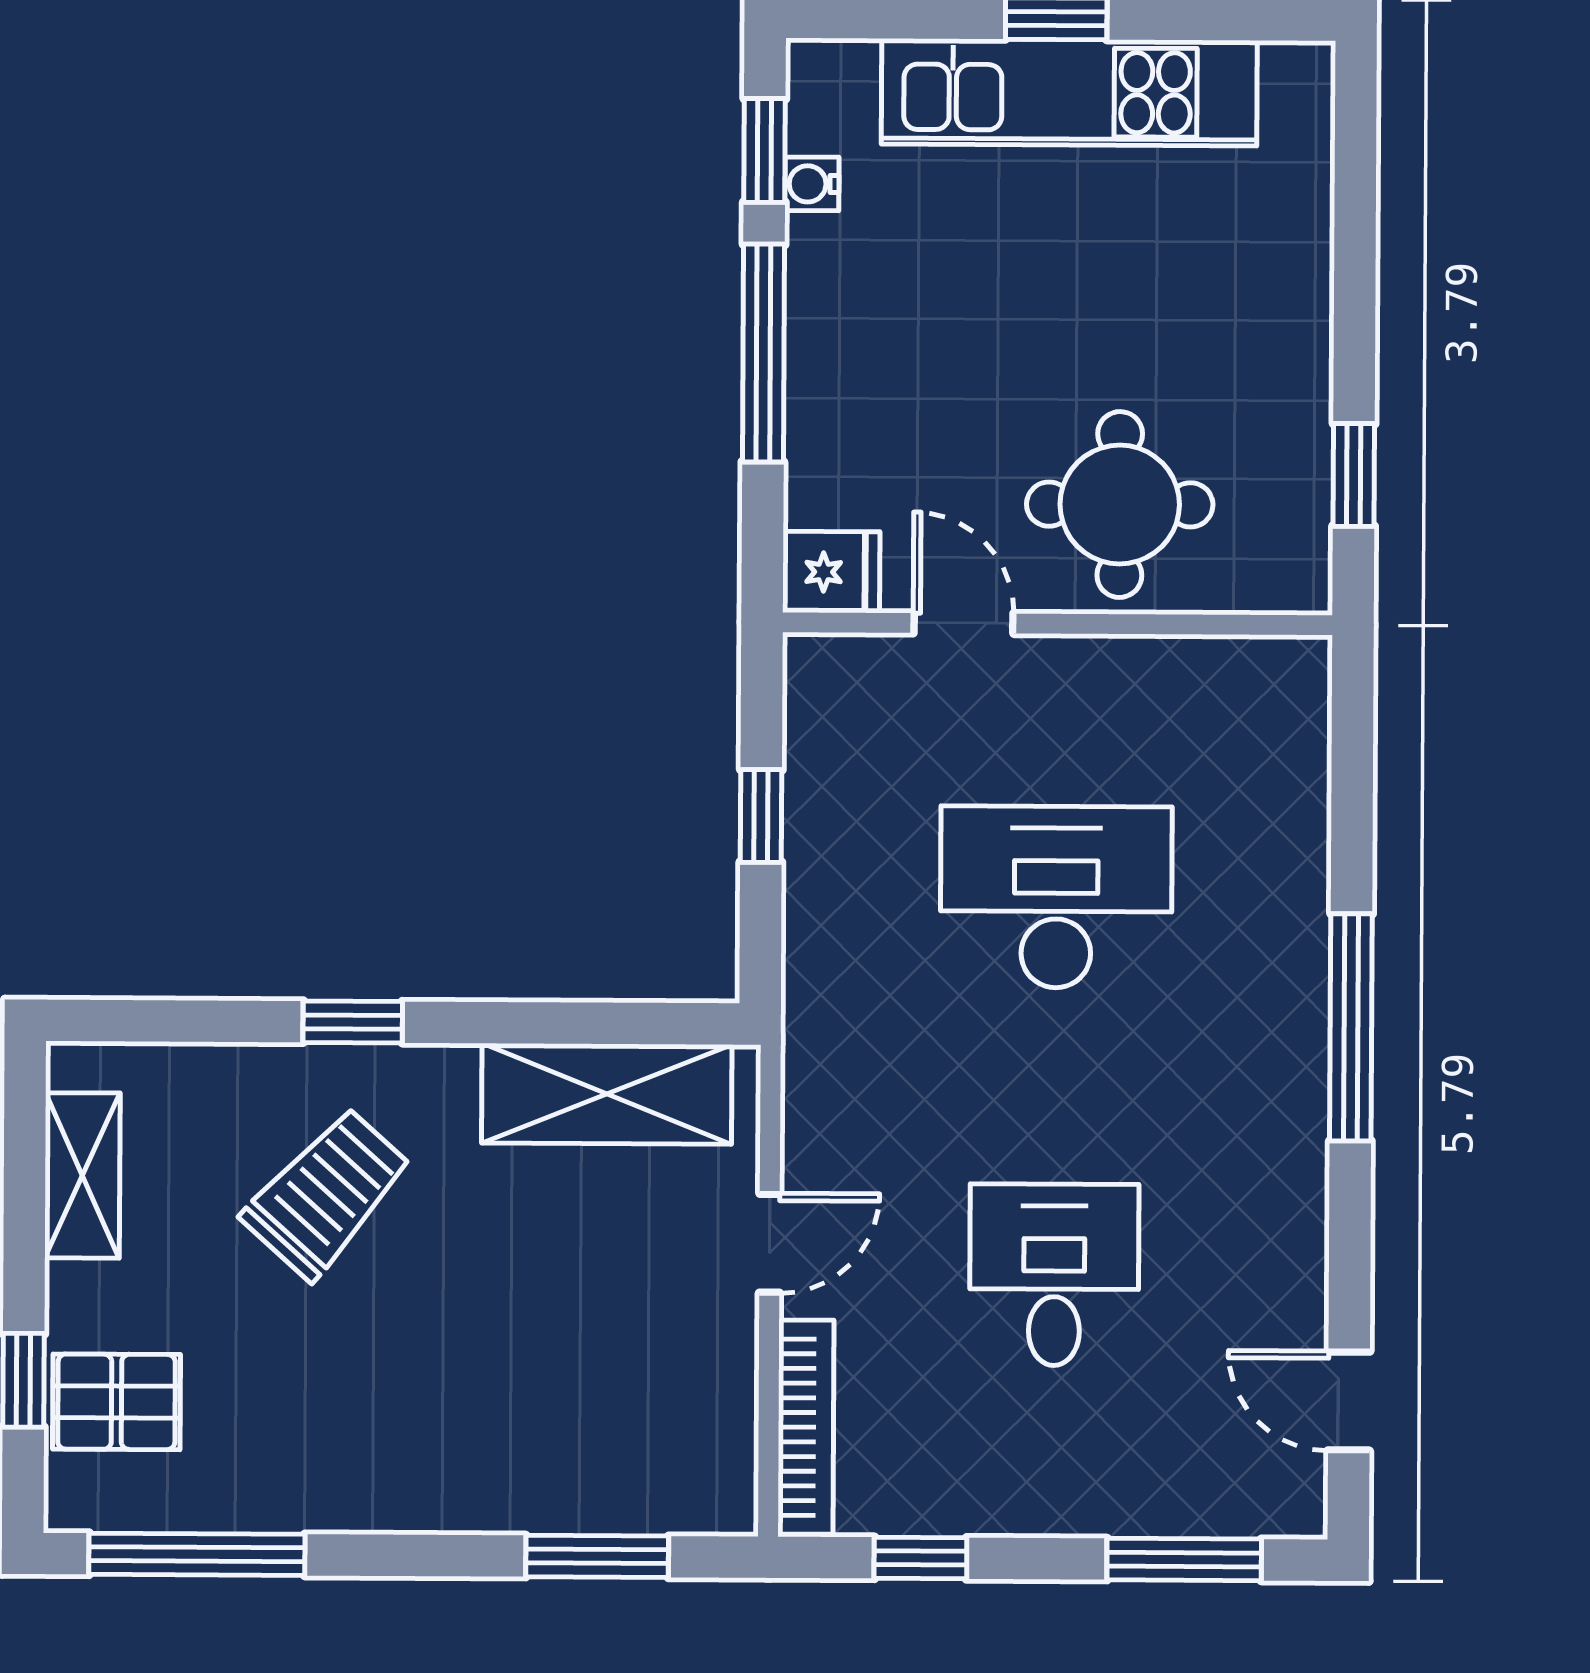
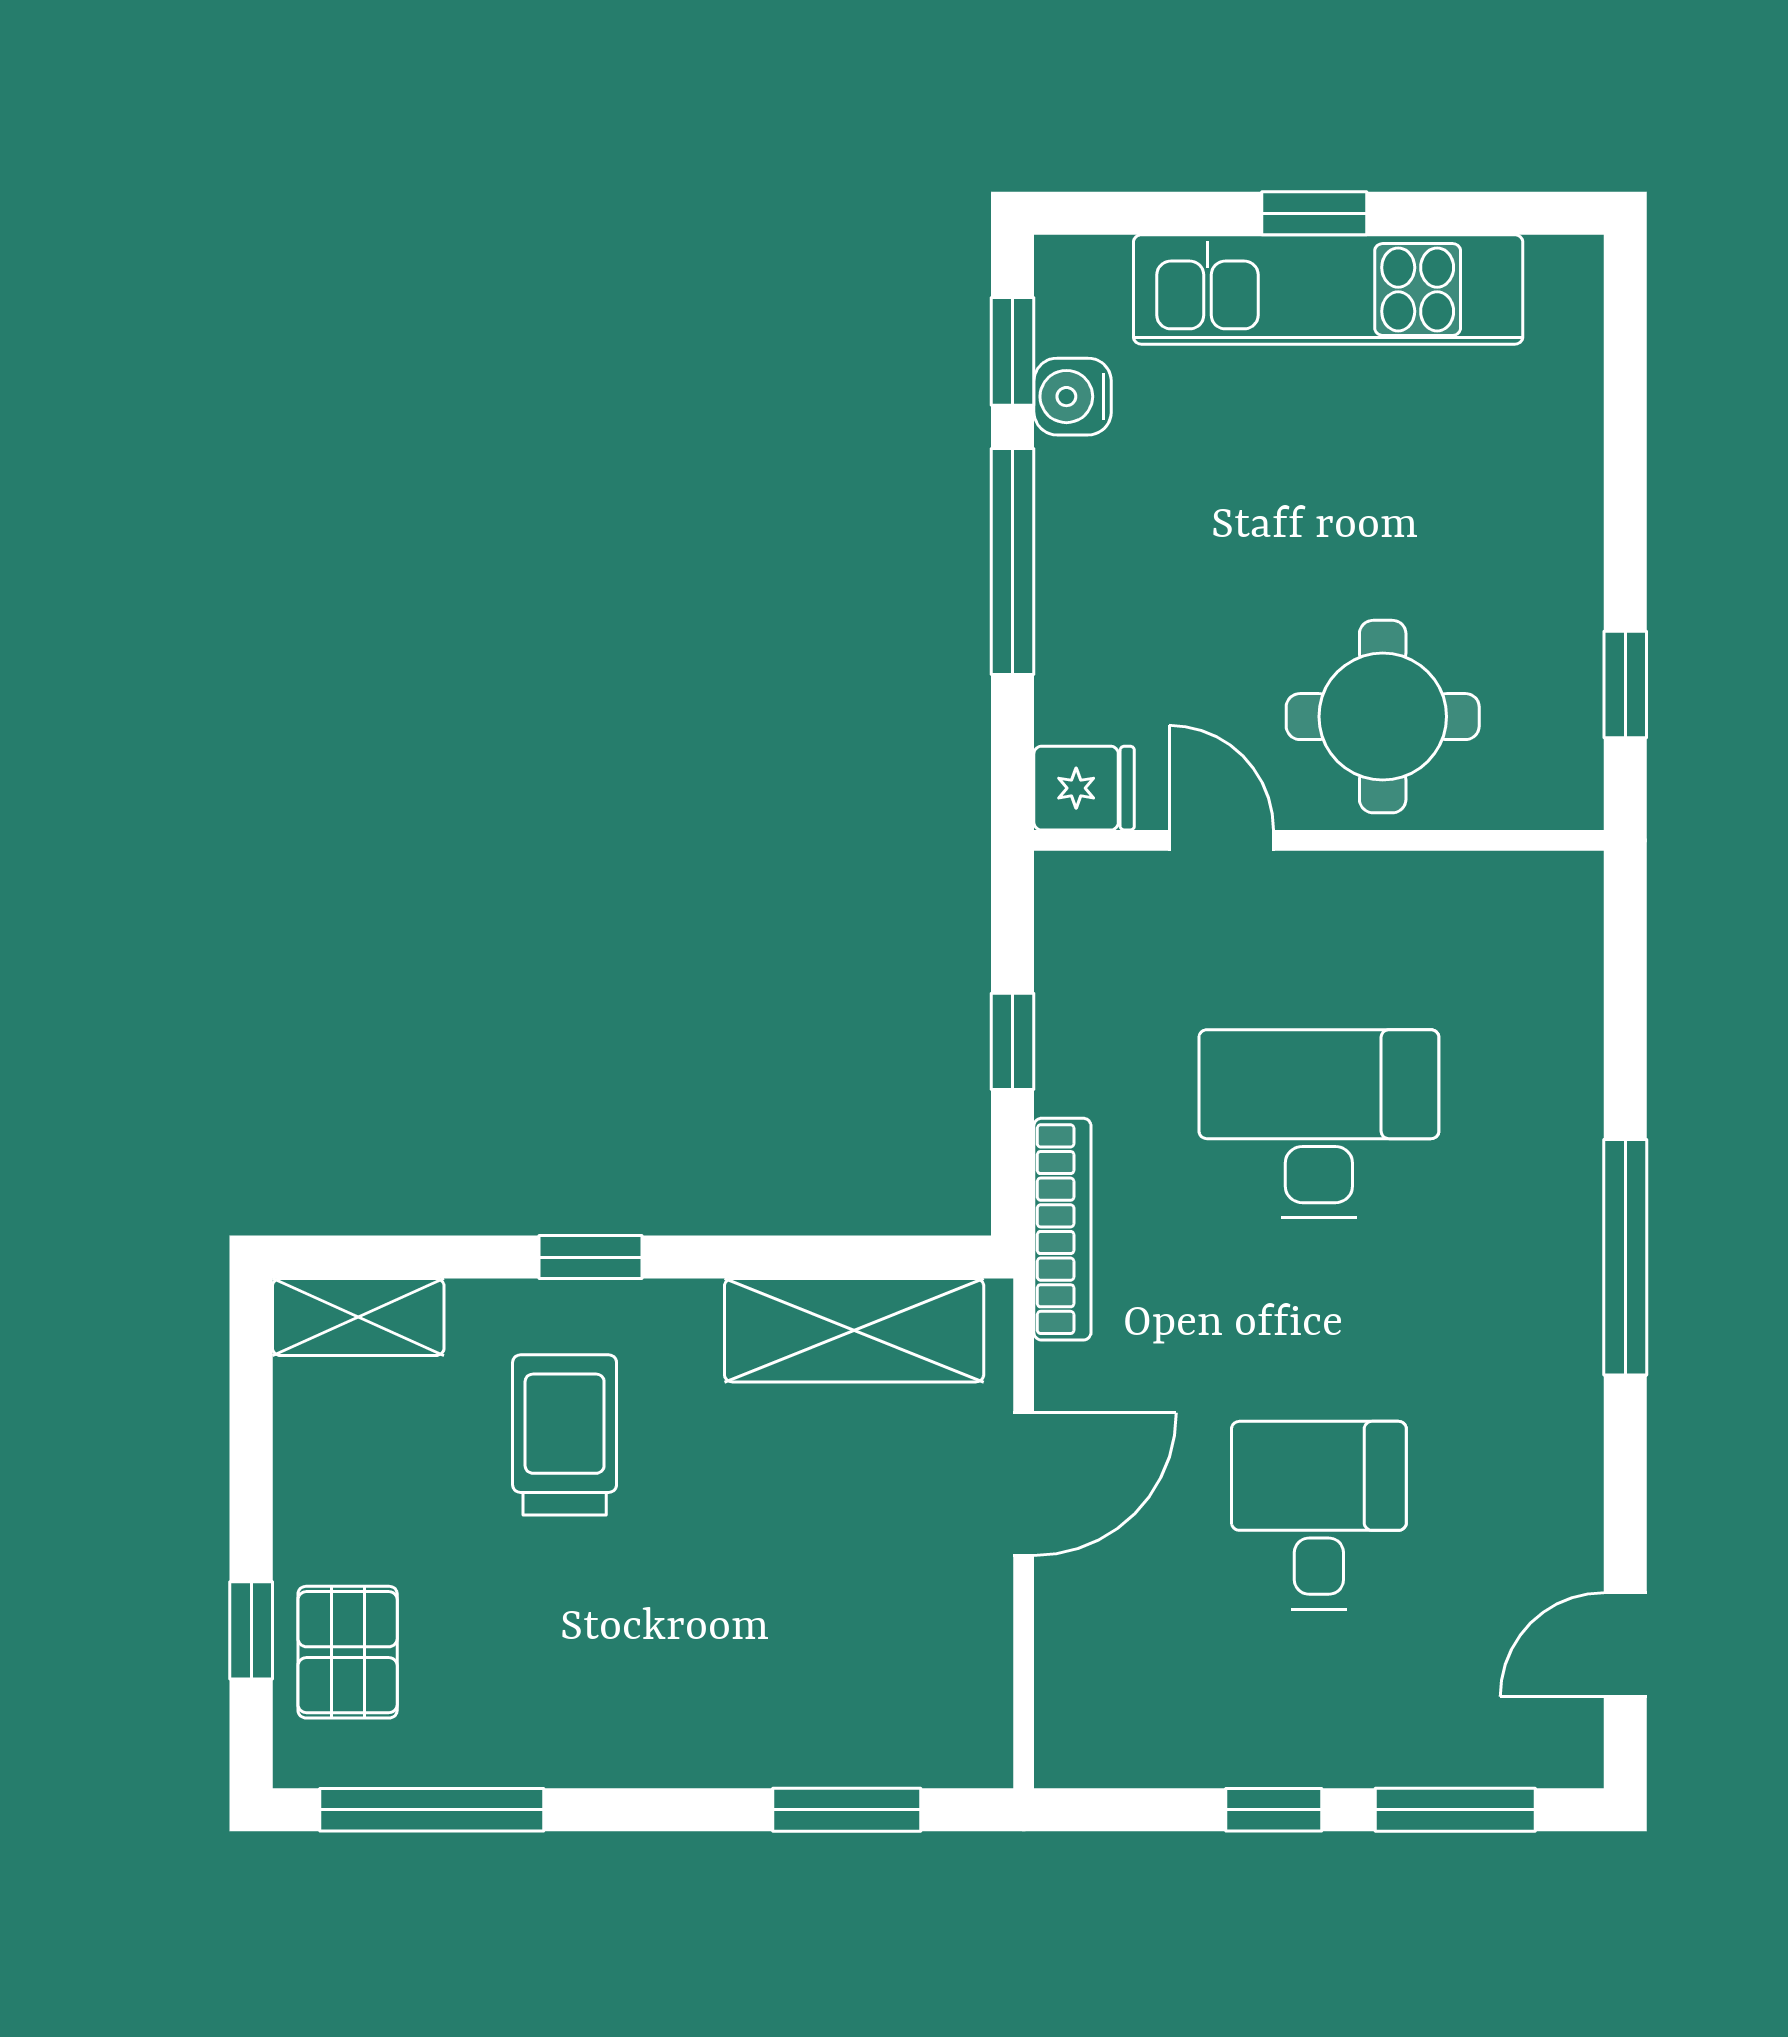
water cooler: (812, 184) -> (1073, 397), width x1.38, depth x1.38
shelving: (82, 1175) -> (358, 1317), moved, turned 90
trolley: (327, 1193) -> (565, 1435), turned -42
door: (770, 1243) -> (1024, 1484), width x1.38
door: (1349, 1401) -> (1625, 1645), hinge flipped
pallet: (116, 1402) -> (348, 1652), turned 90
bookcase: (806, 1427) -> (1062, 1229), moved
window: (920, 1558) -> (1274, 1810), moved

